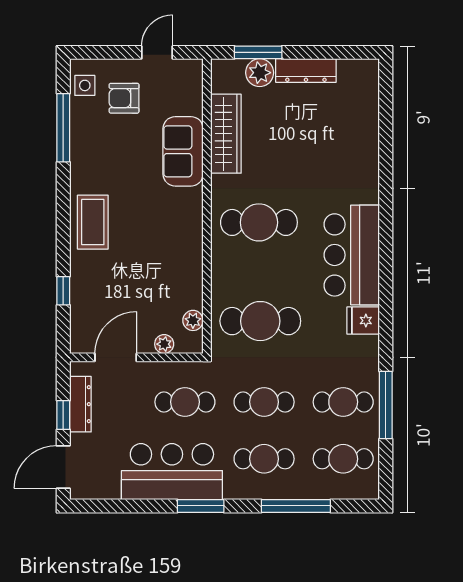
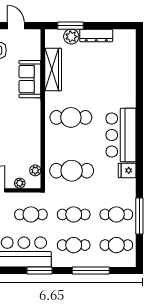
door: (157, 52) -> (16, 26), hinge flipped

